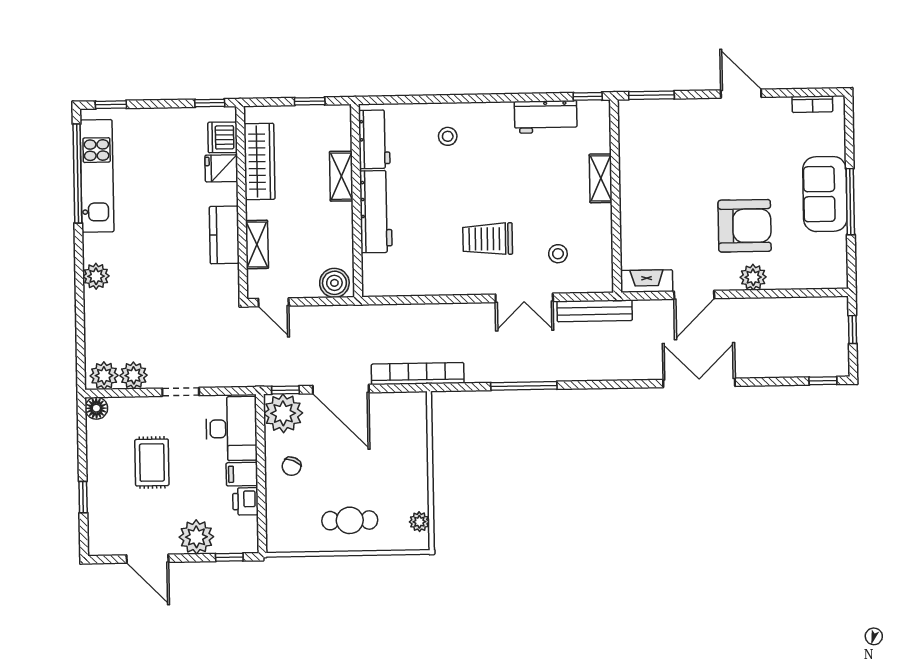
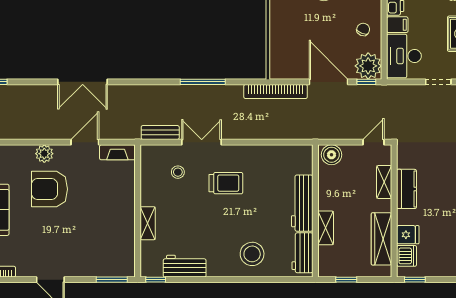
stool: (448, 136) -> (252, 254), width x1.89, depth x1.89
door: (273, 302) -> (374, 142), hinge flipped
bench: (595, 311) -> (160, 132), width x0.73

